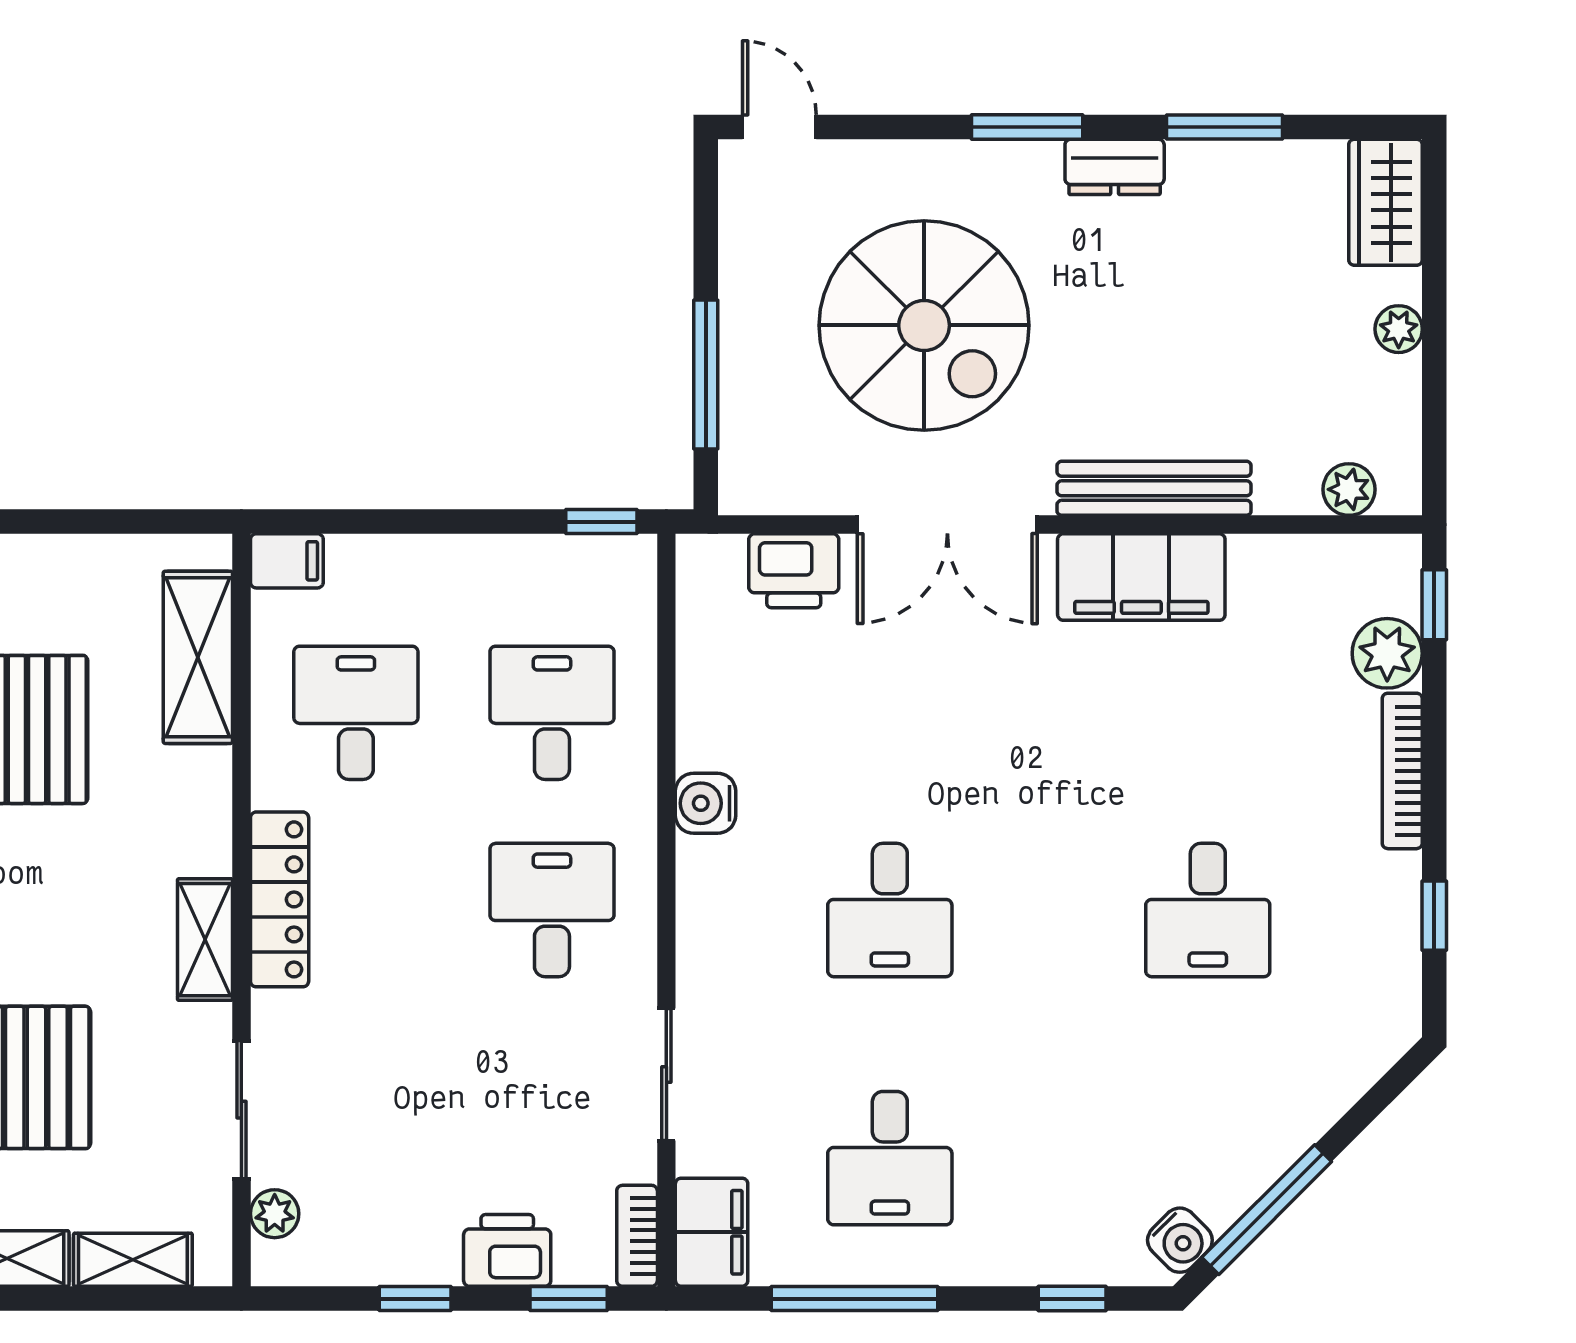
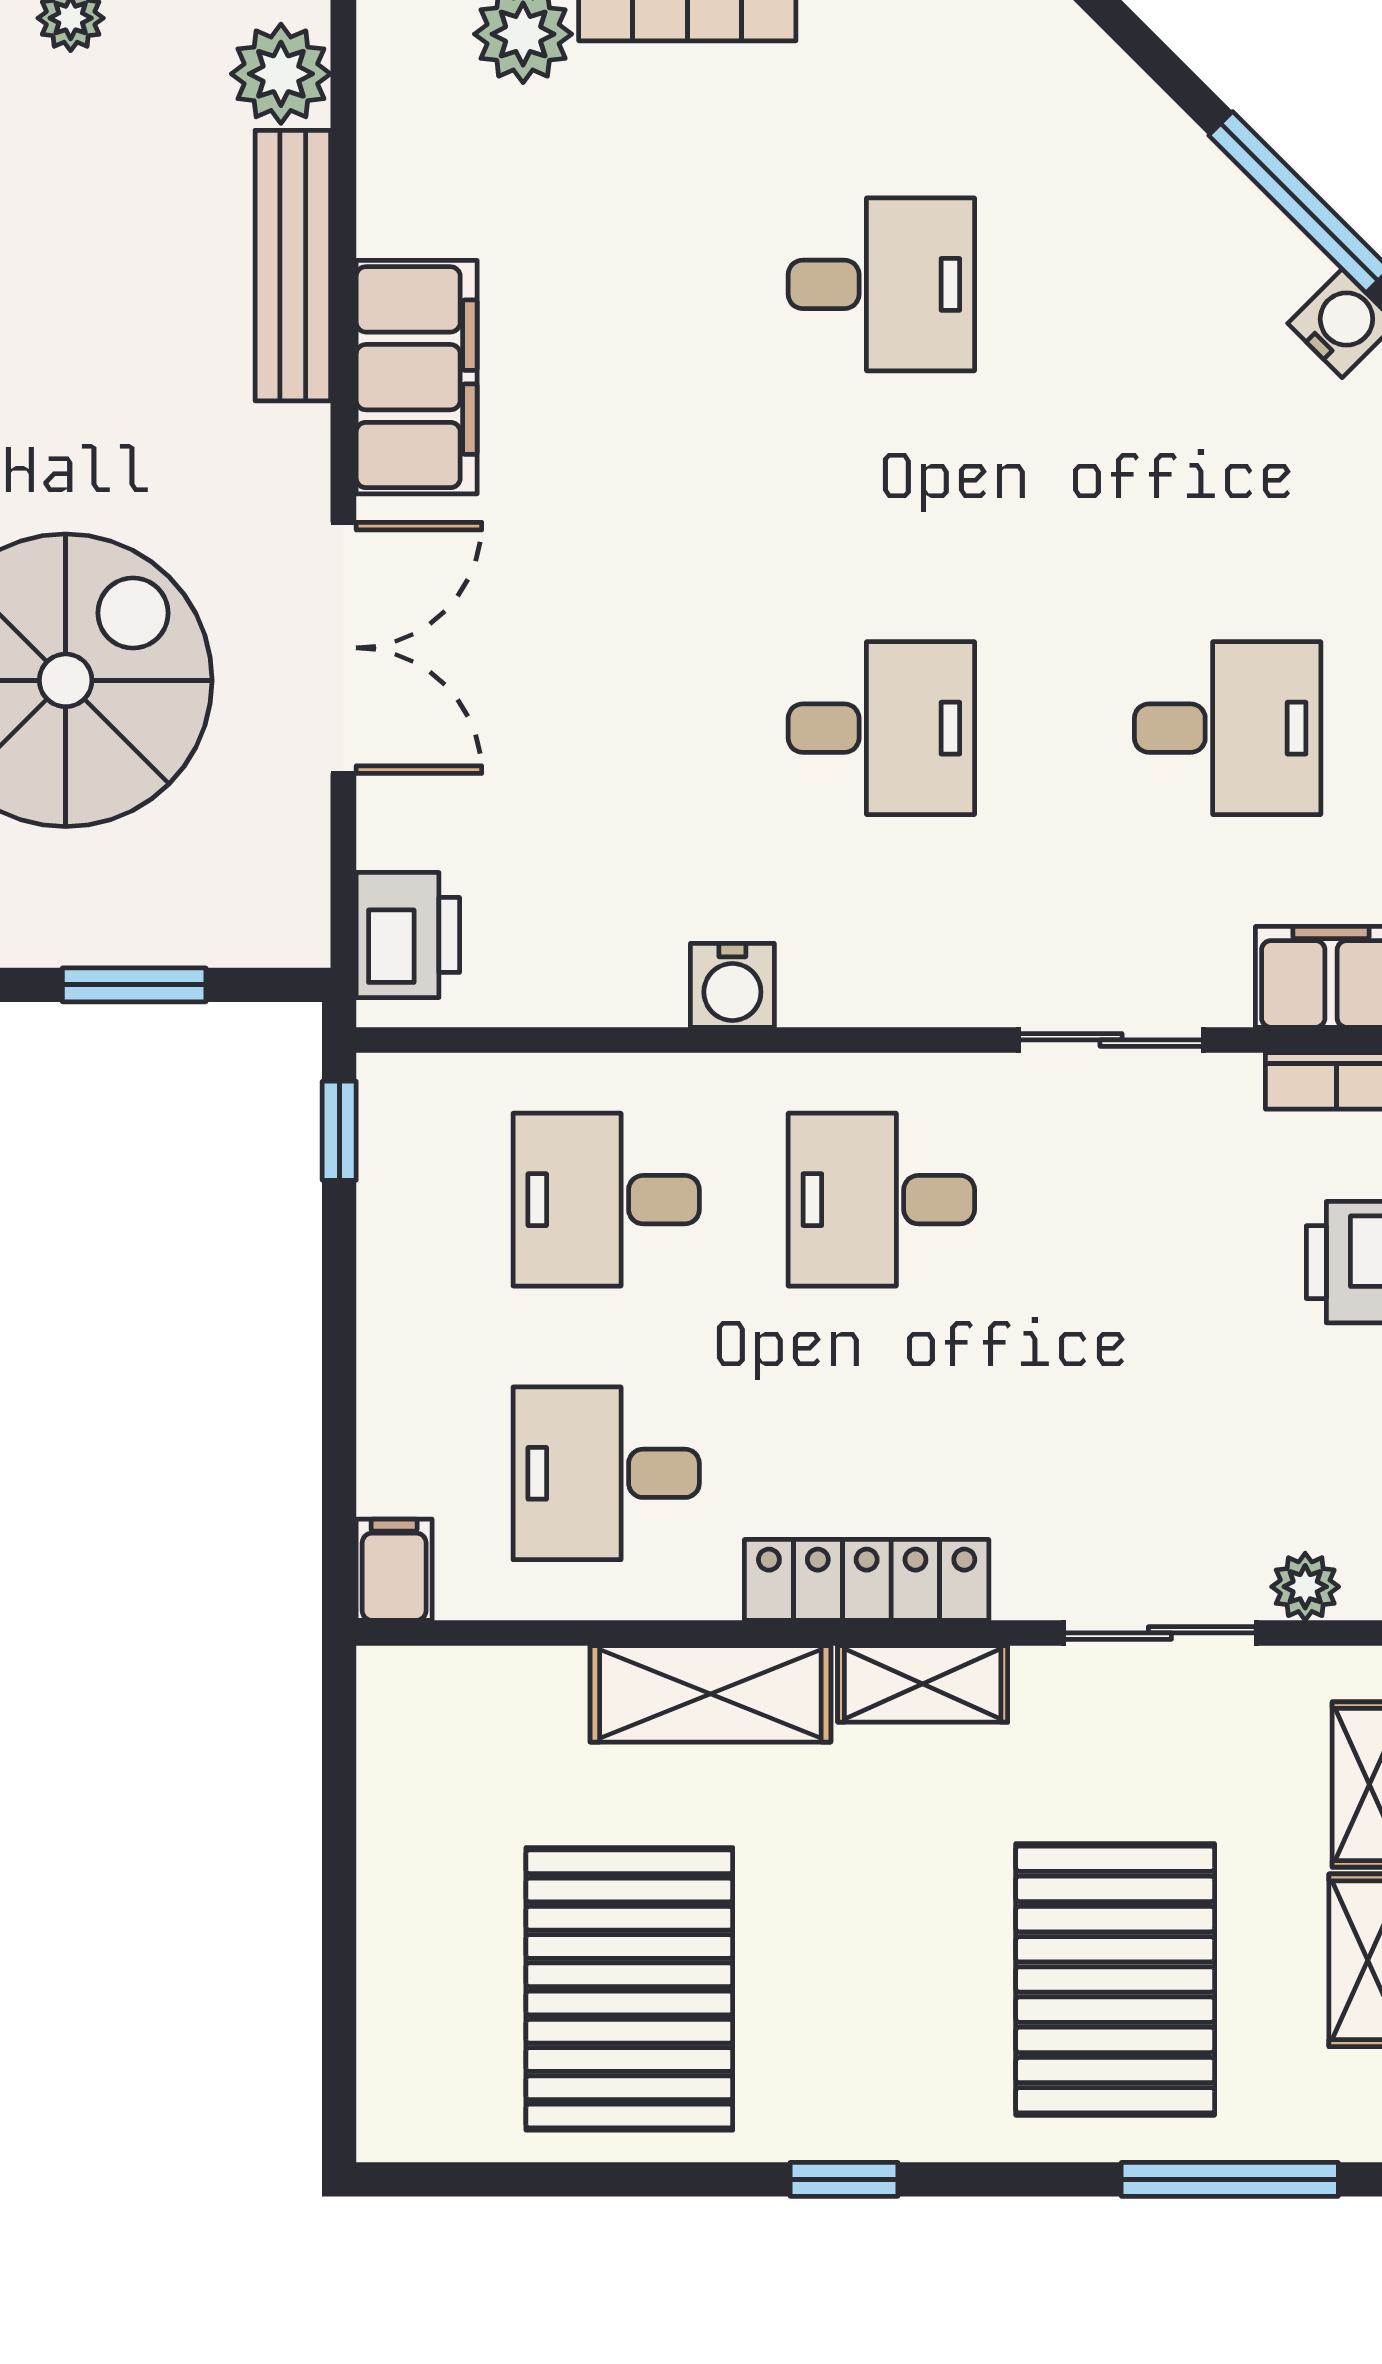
window: (706, 375) -> (134, 985), width x0.69
bench: (1154, 488) -> (293, 266), moved
plant: (1349, 489) -> (281, 74), width x1.38, depth x1.38
printer: (794, 571) -> (408, 935), moved
shelving: (198, 657) -> (710, 1694), moved

